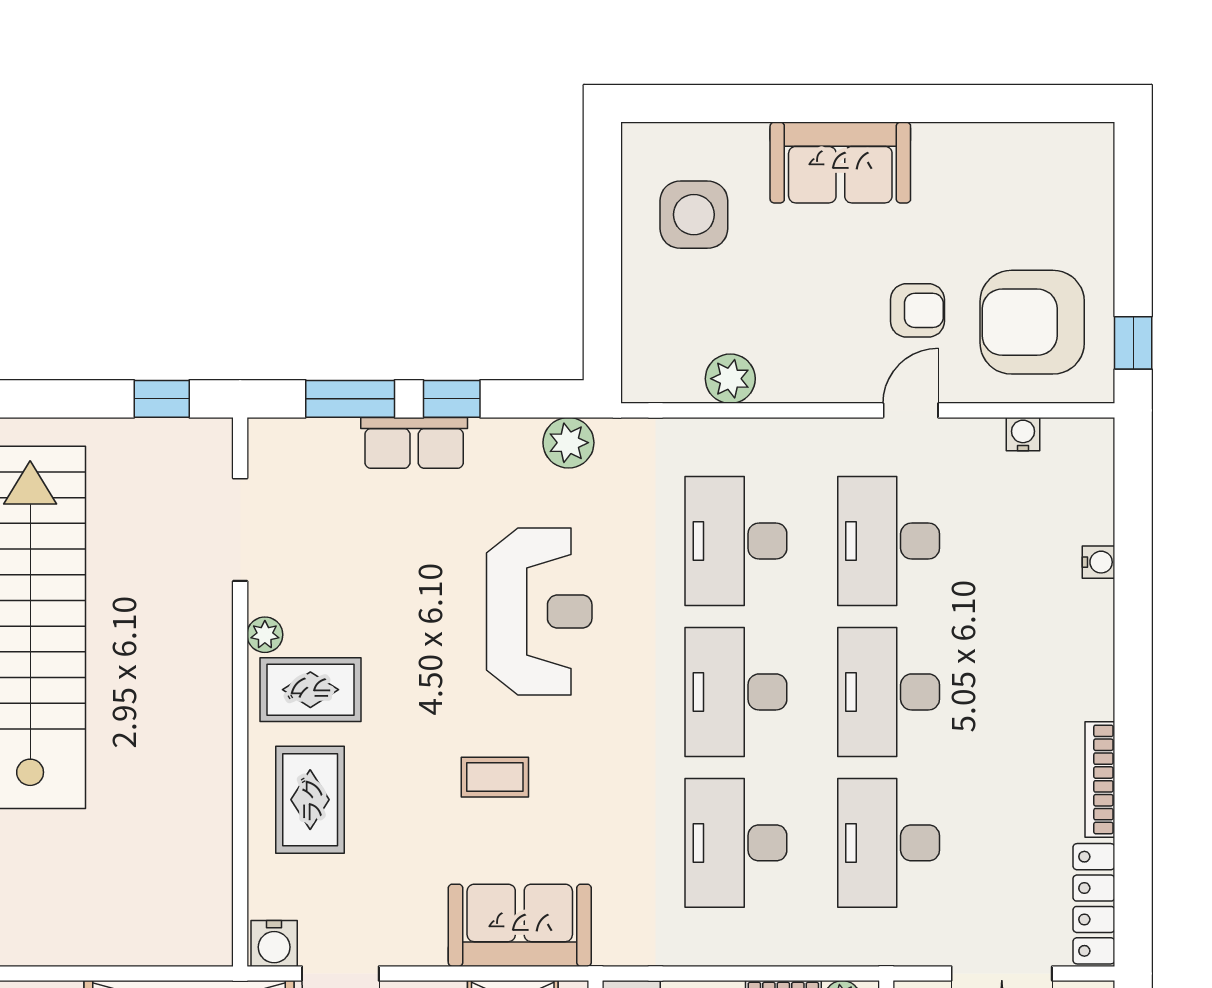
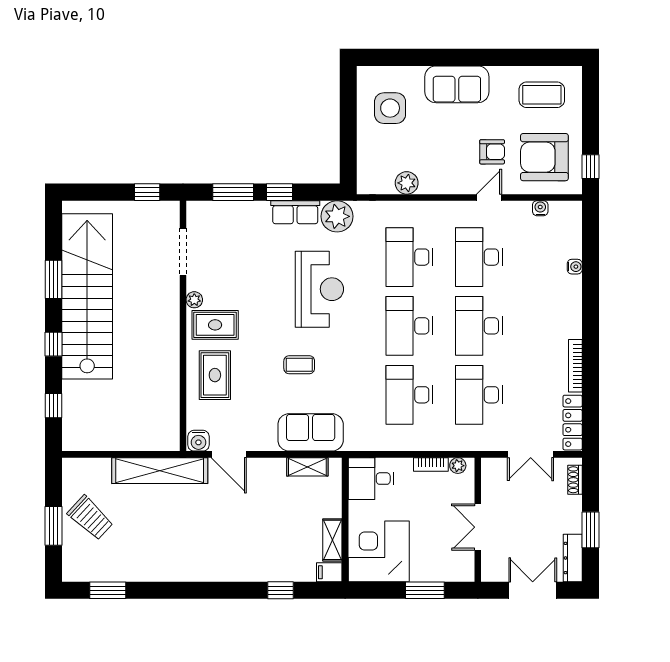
coffee table: (1026, 185) -> (542, 95), added
row of seats: (414, 443) -> (295, 212), moved
plant: (568, 443) -> (337, 216), width x1.36, depth x1.36

